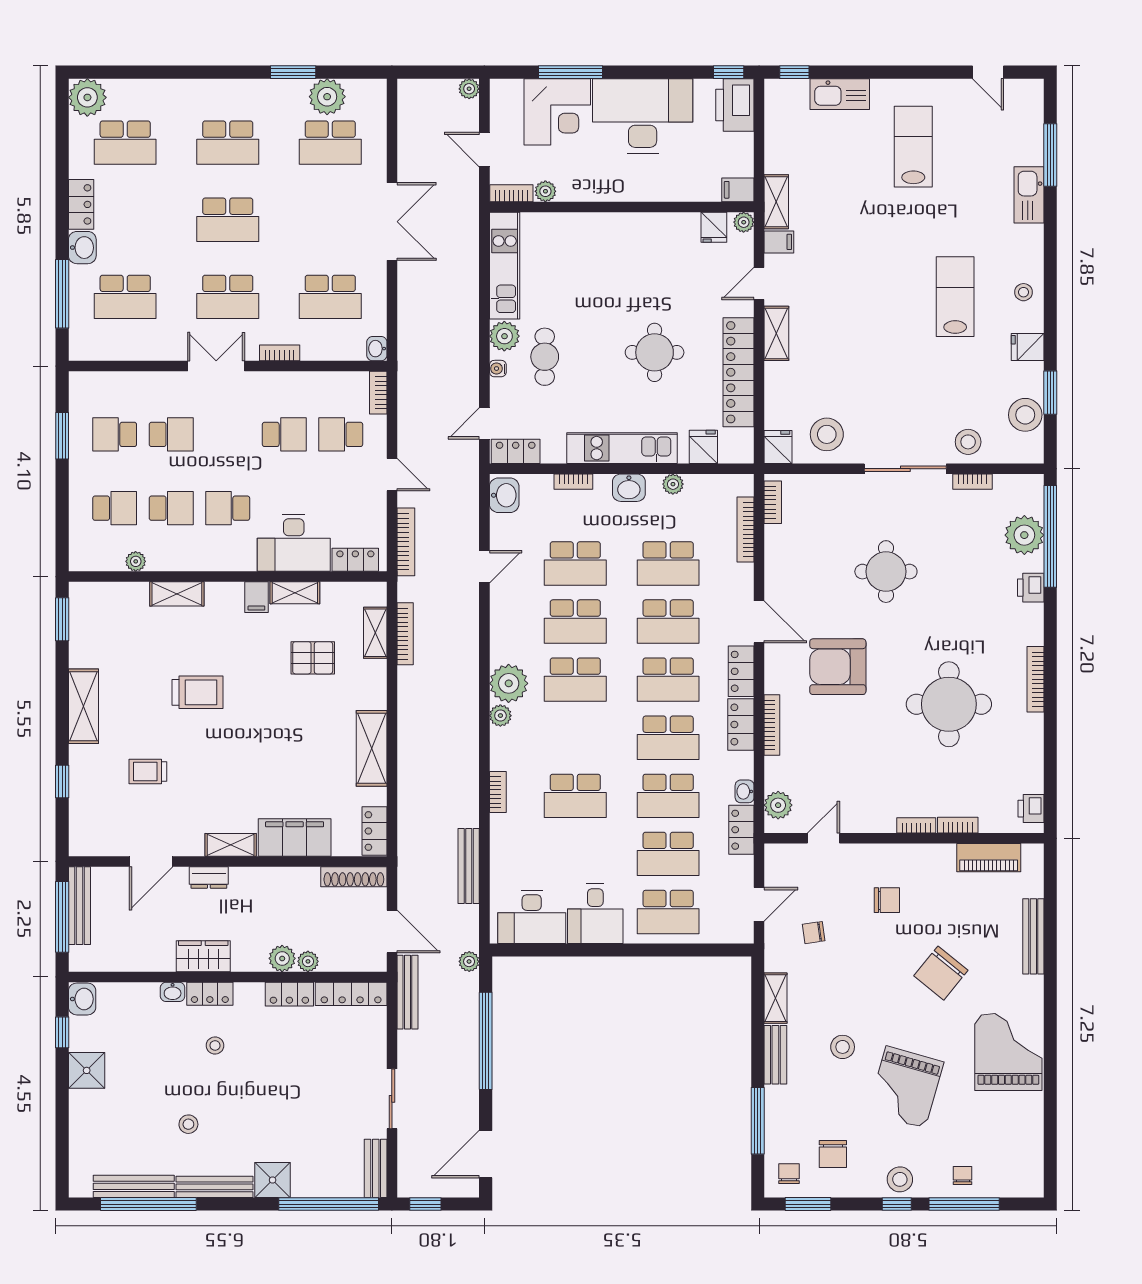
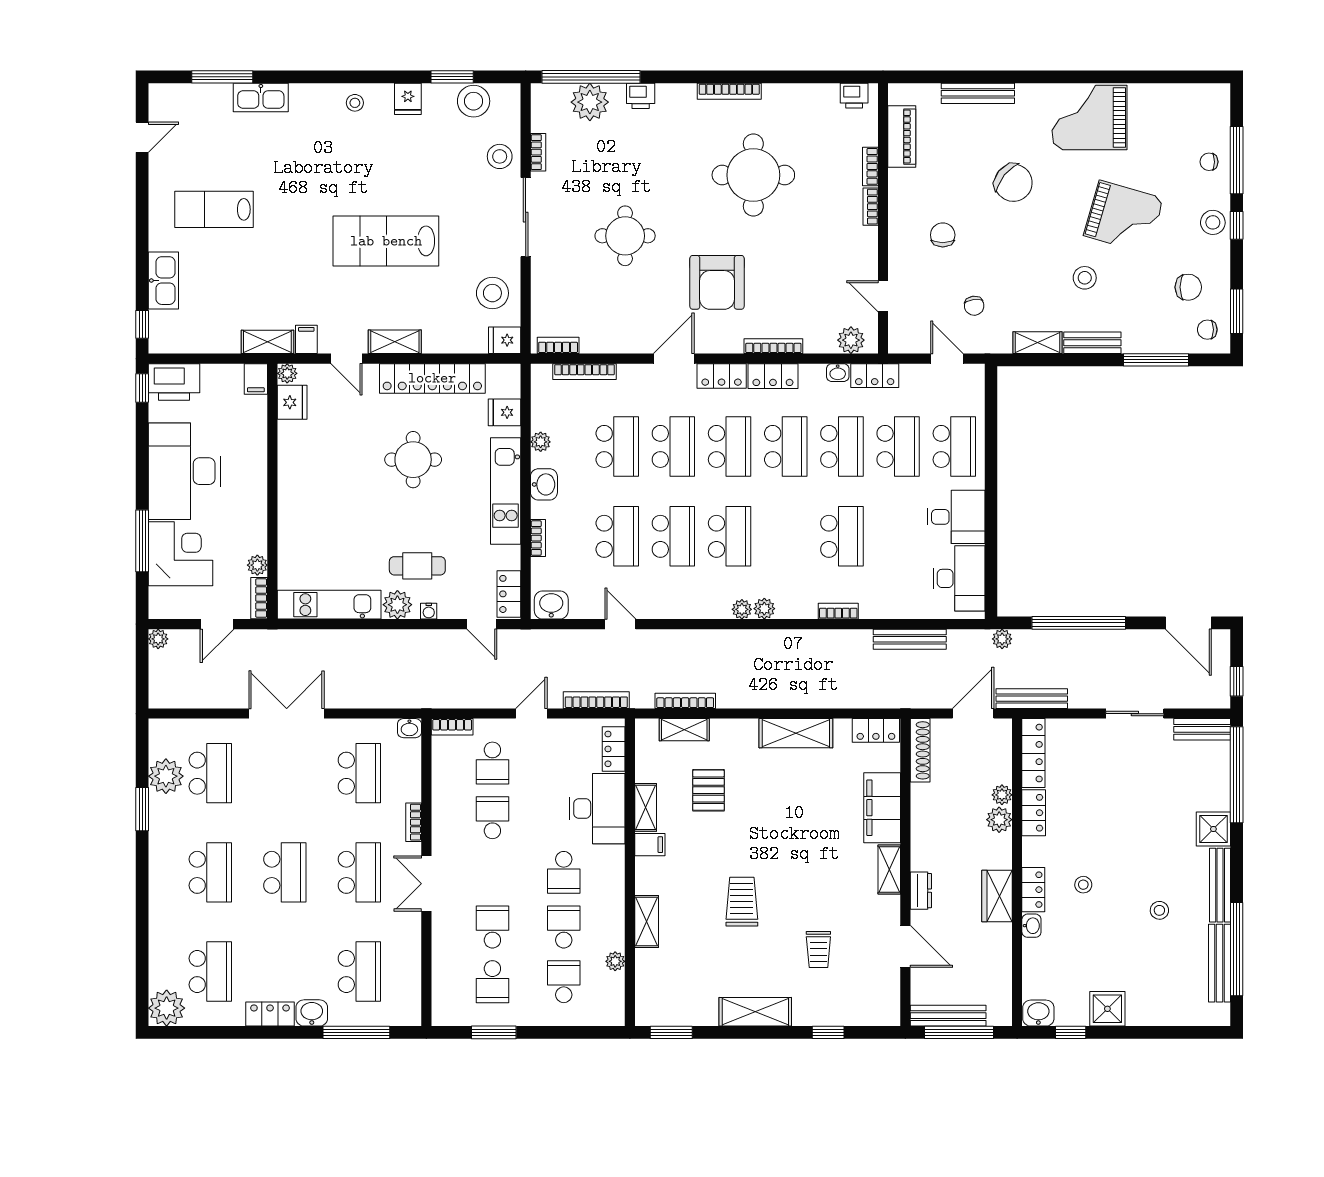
fridge: (714, 227) -> (292, 402), width x1.38
lab bench: (955, 297) -> (386, 241), moved, width x1.36, depth x1.39
plant: (509, 683) -> (742, 609), width x0.53, depth x0.53

